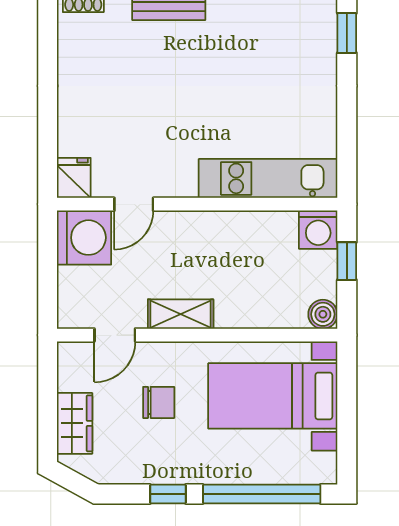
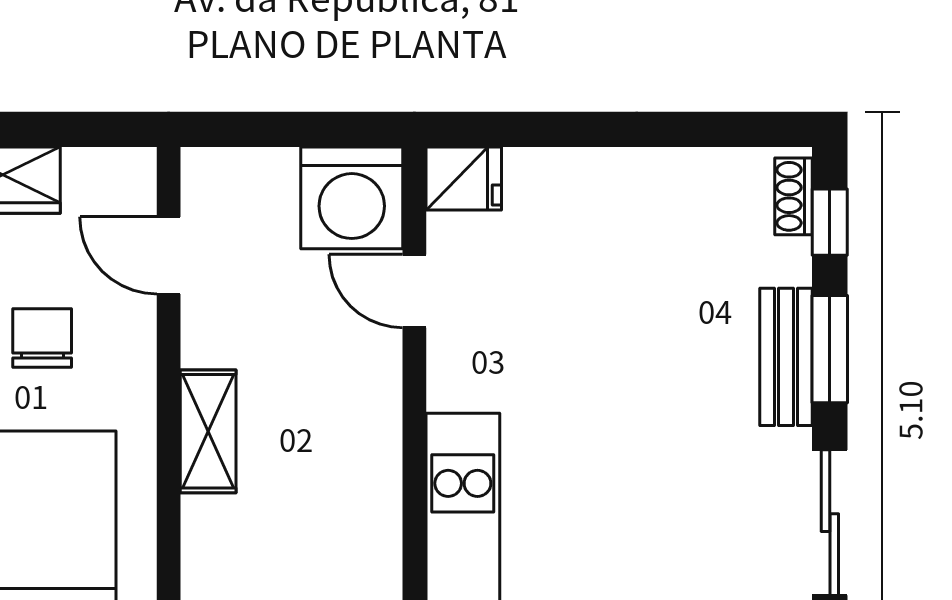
shelving: (181, 314) -> (208, 431), moved
chair: (159, 402) -> (42, 338), turned 180

